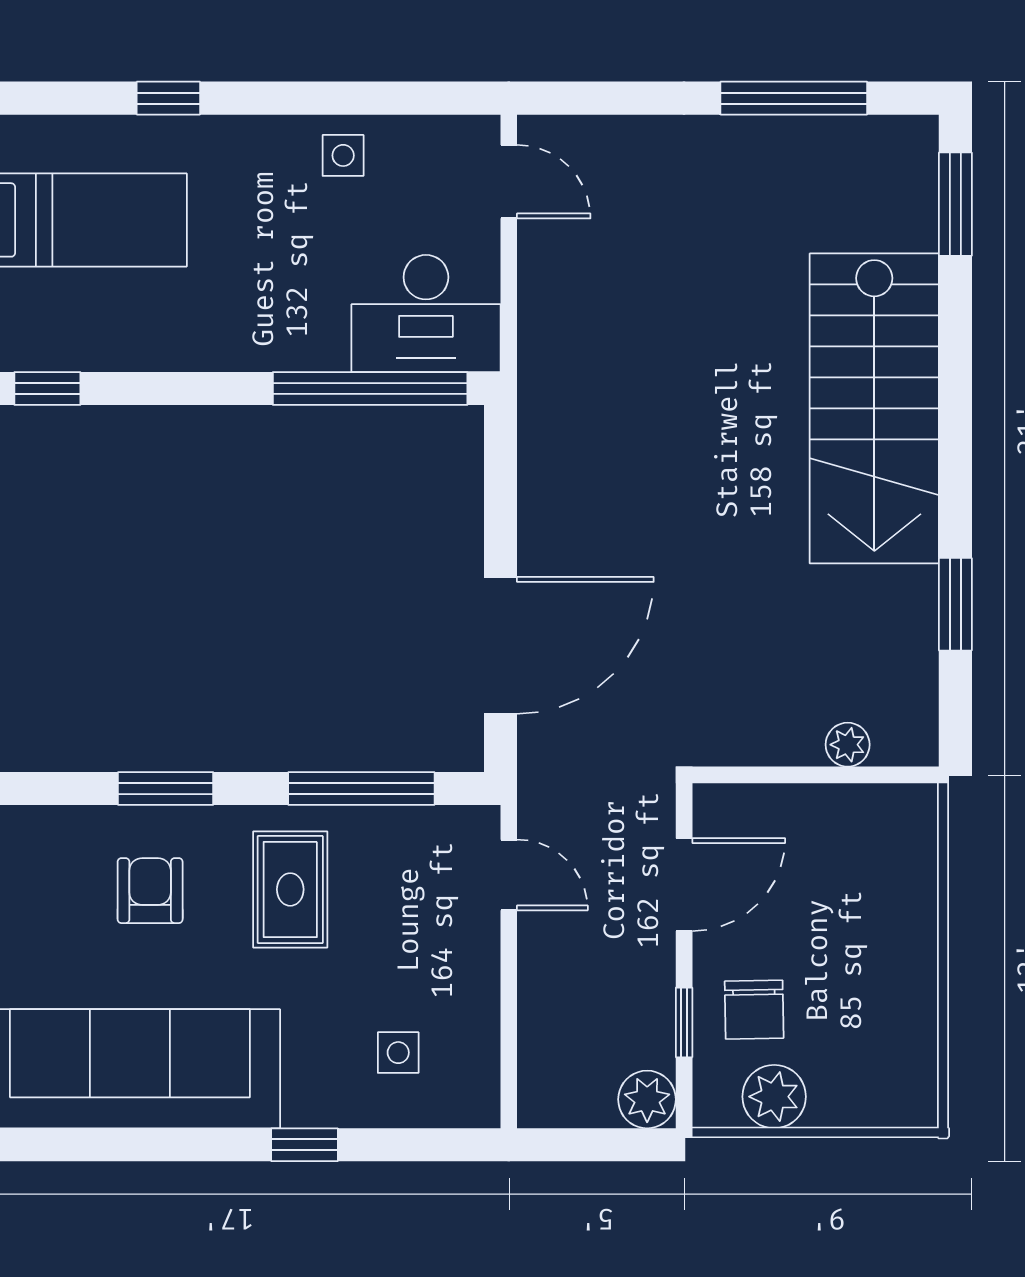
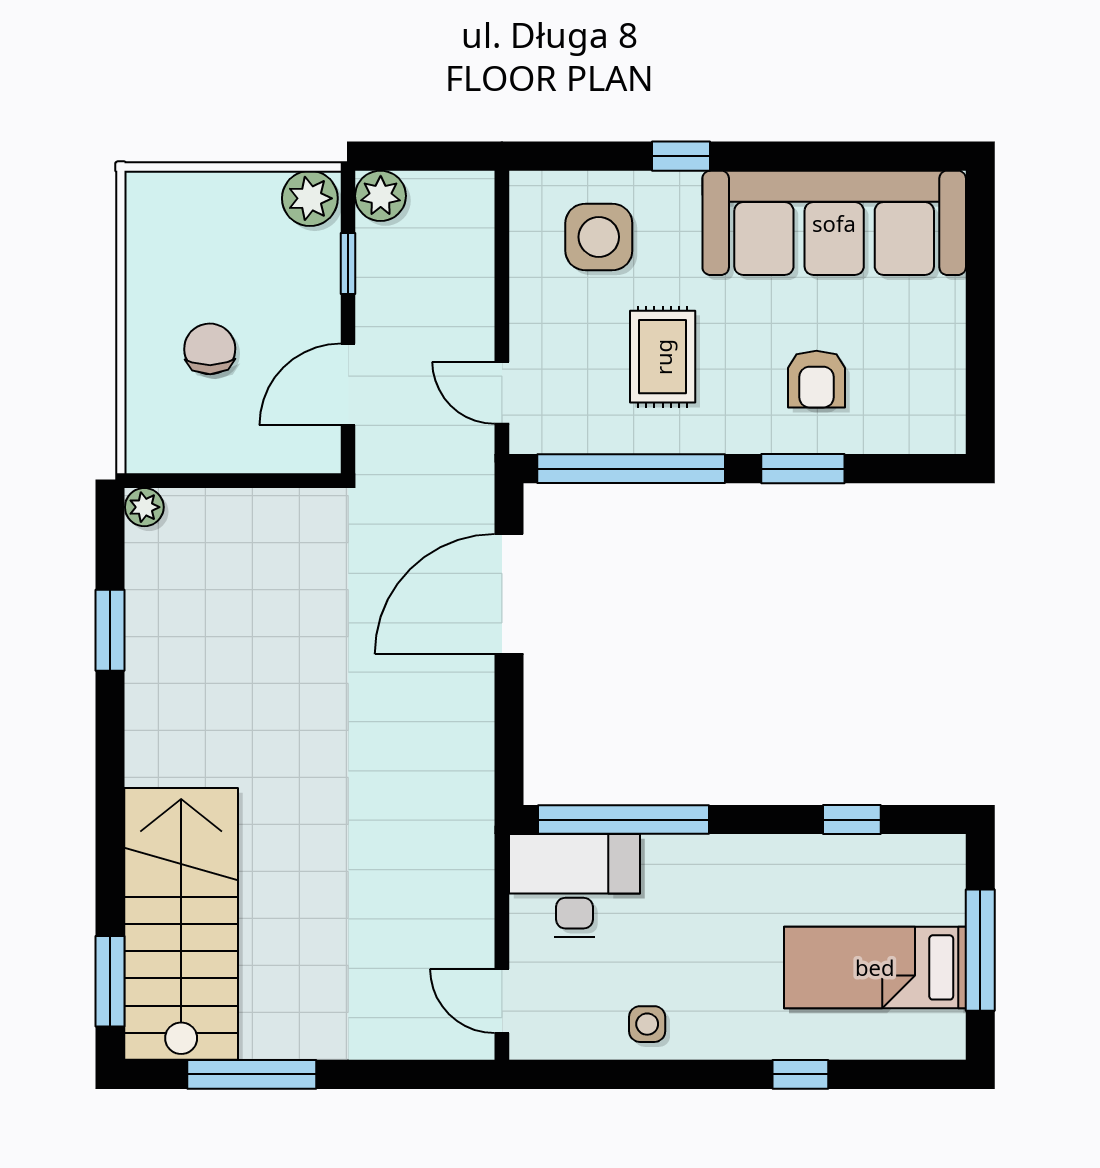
window: (47, 389) -> (852, 820), moved
stairs: (874, 408) -> (181, 924), moved
plant: (848, 745) -> (144, 507), moved
window: (361, 789) -> (631, 469), width x1.46
rug: (290, 889) -> (663, 357), moved
chair: (754, 1010) -> (210, 349), moved
side table: (398, 1053) -> (599, 237), width x1.87, depth x1.87
plant: (774, 1097) -> (310, 198), moved

